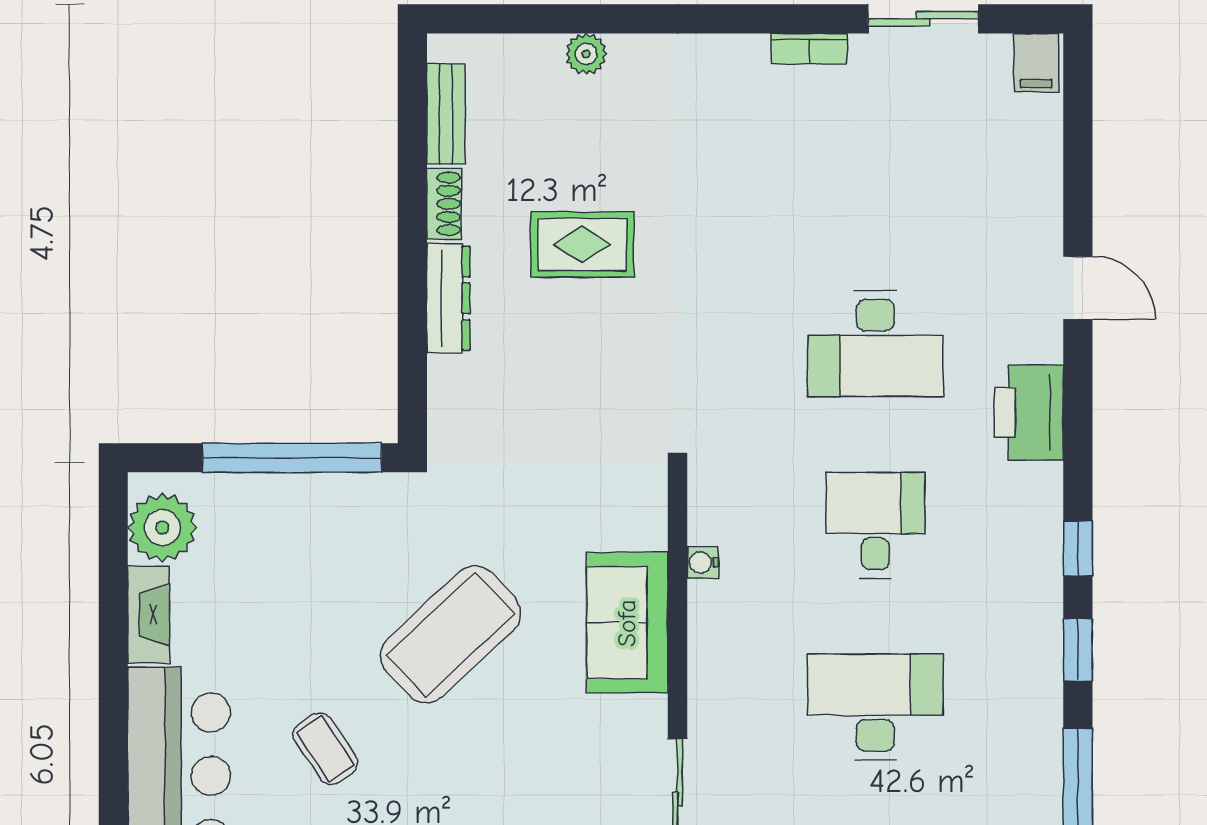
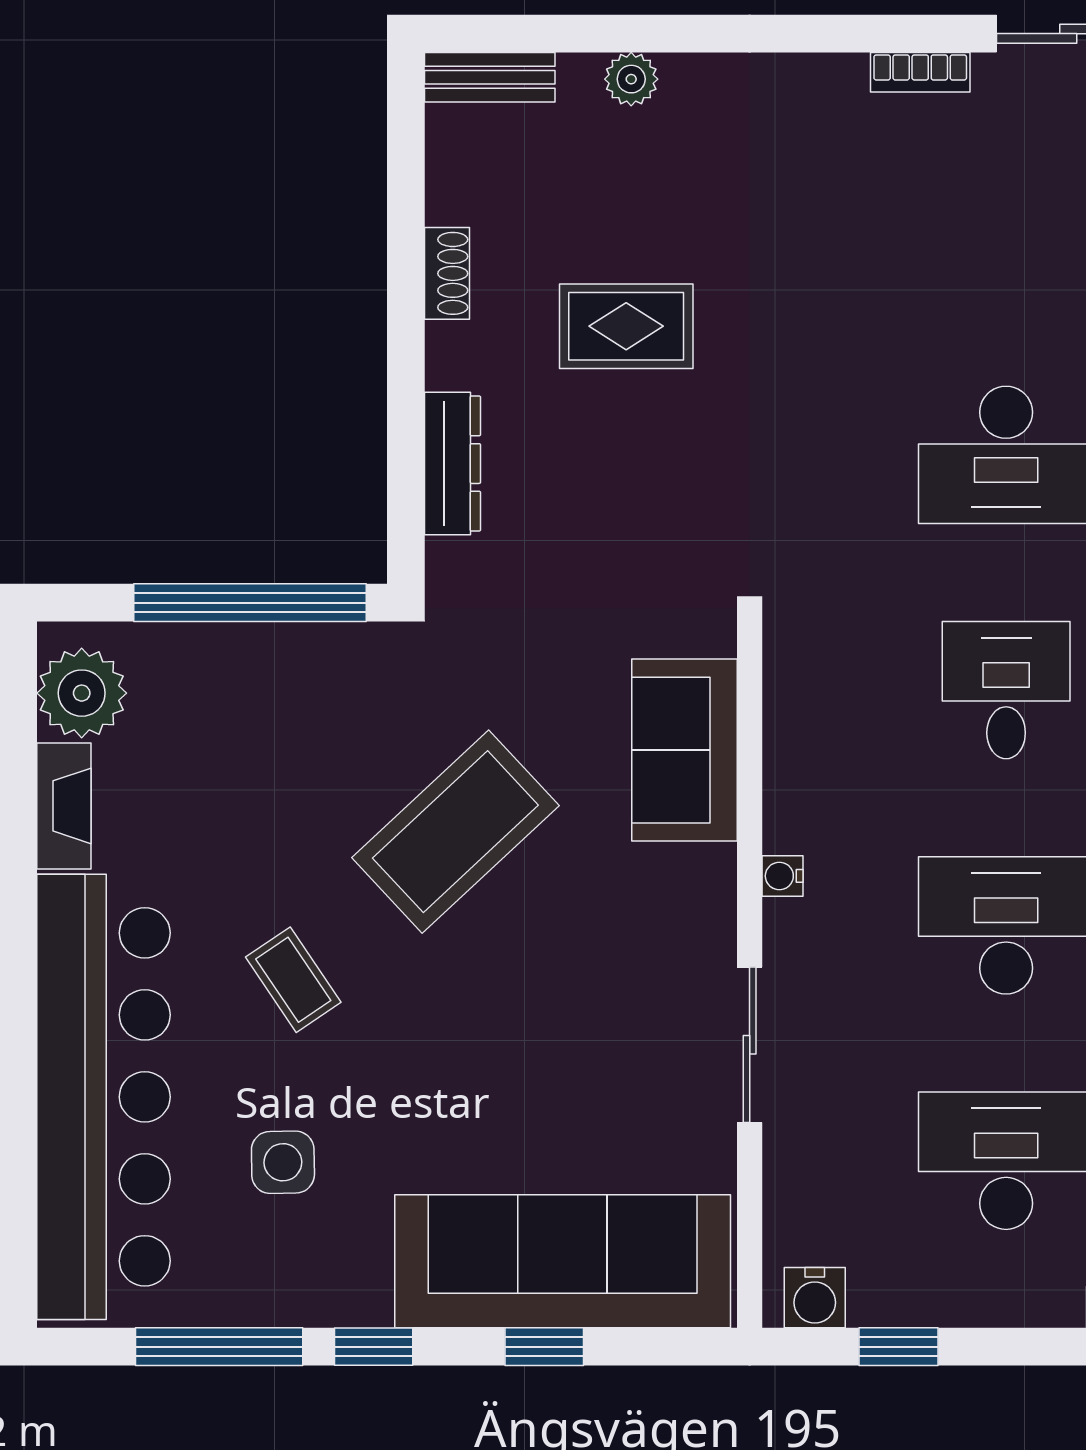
bench: (446, 114) -> (490, 77), moved, turned 90
dresser: (448, 298) -> (453, 464), moved
water cooler: (703, 562) -> (783, 876), moved
sofa: (627, 623) -> (685, 750), moved

